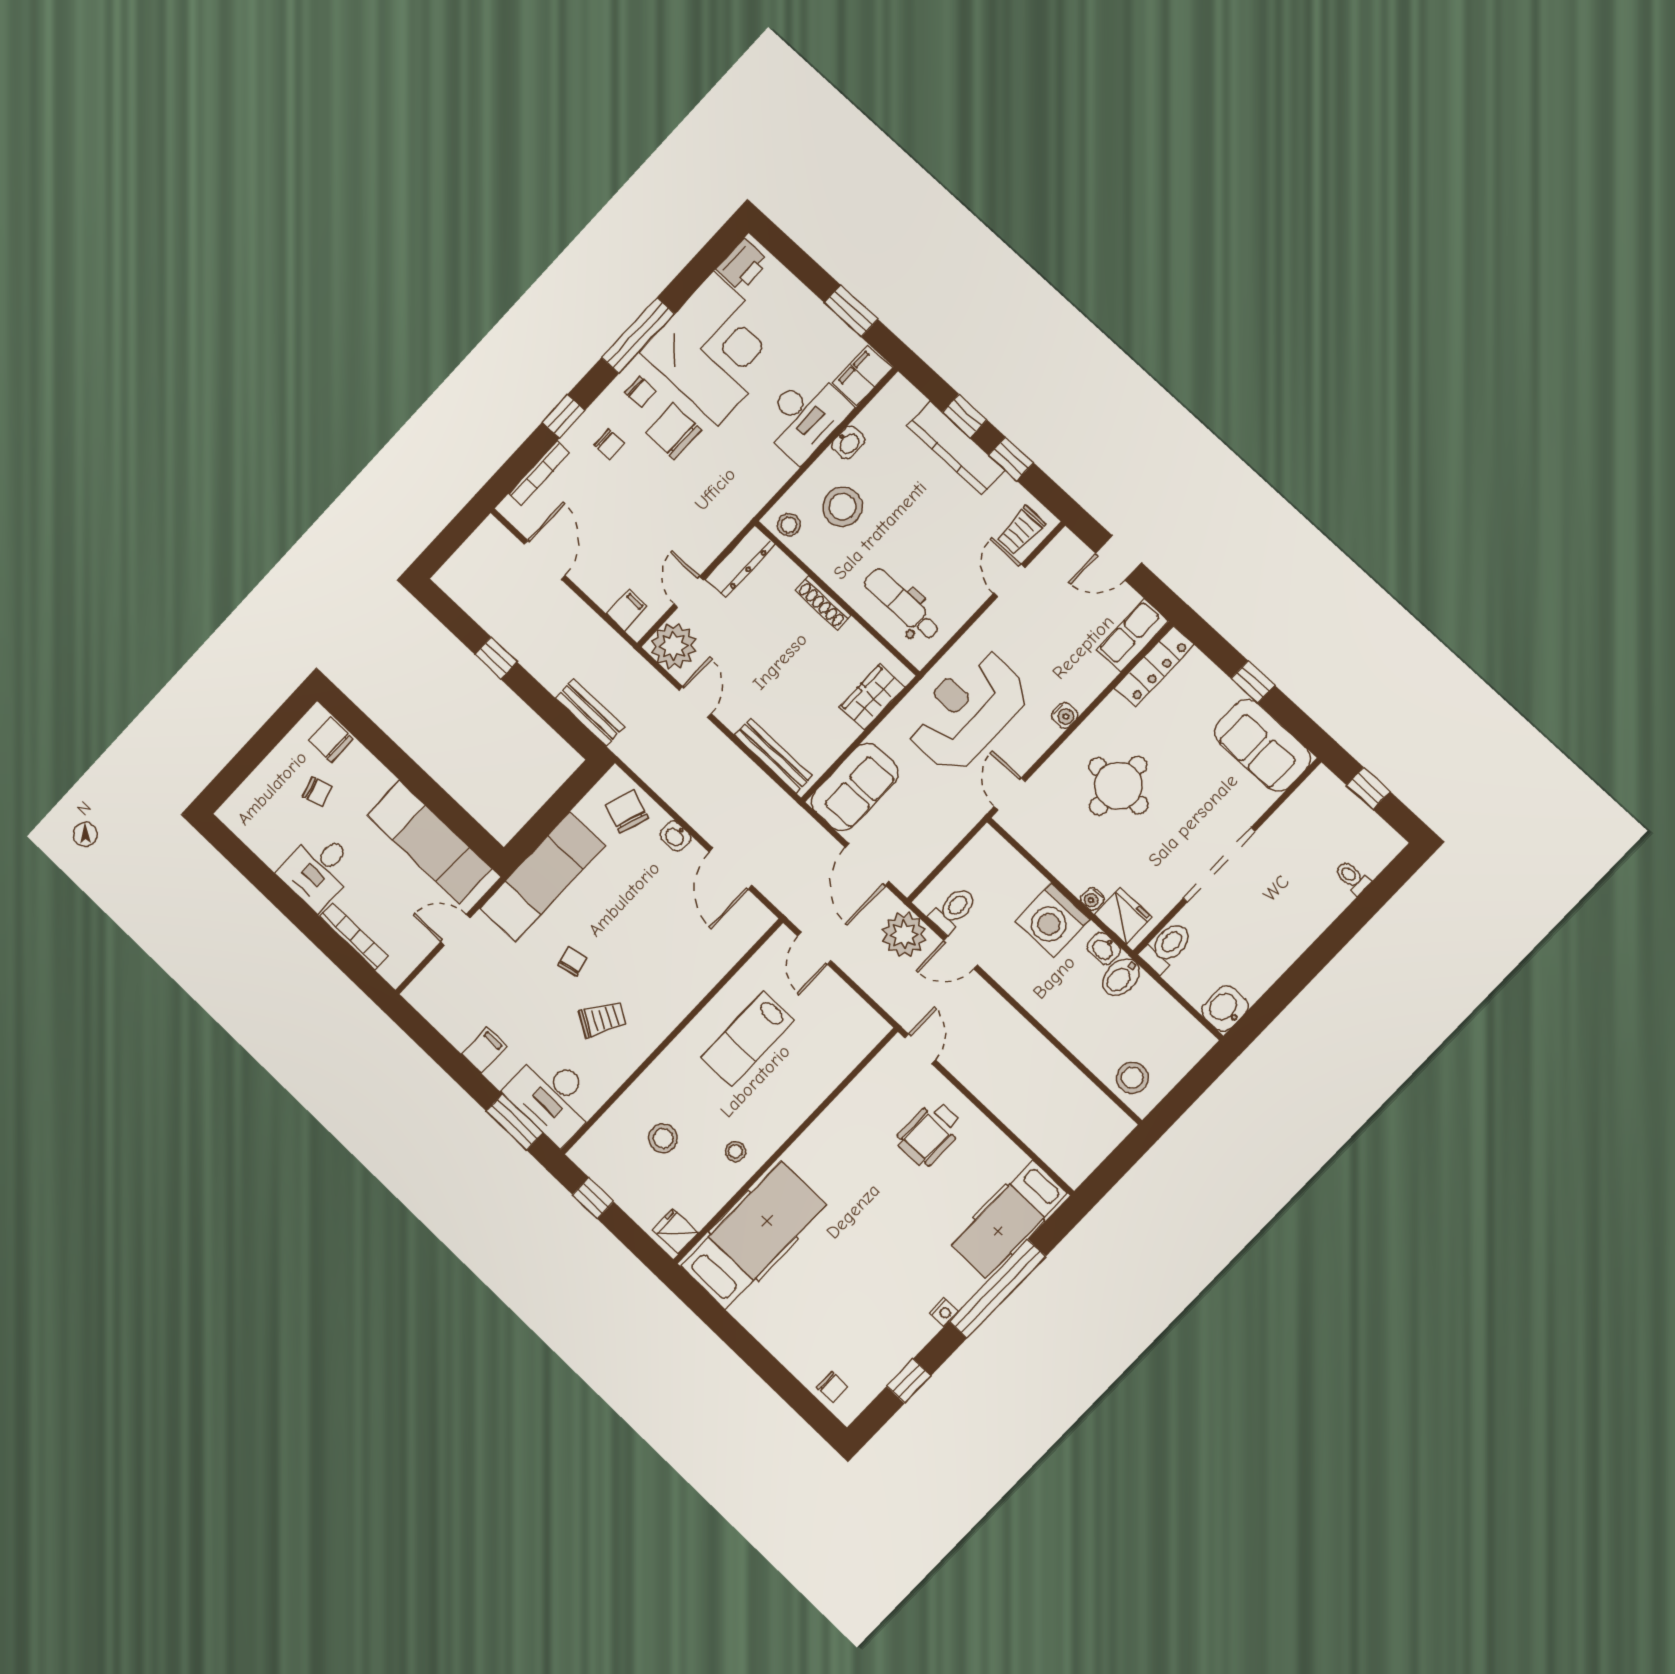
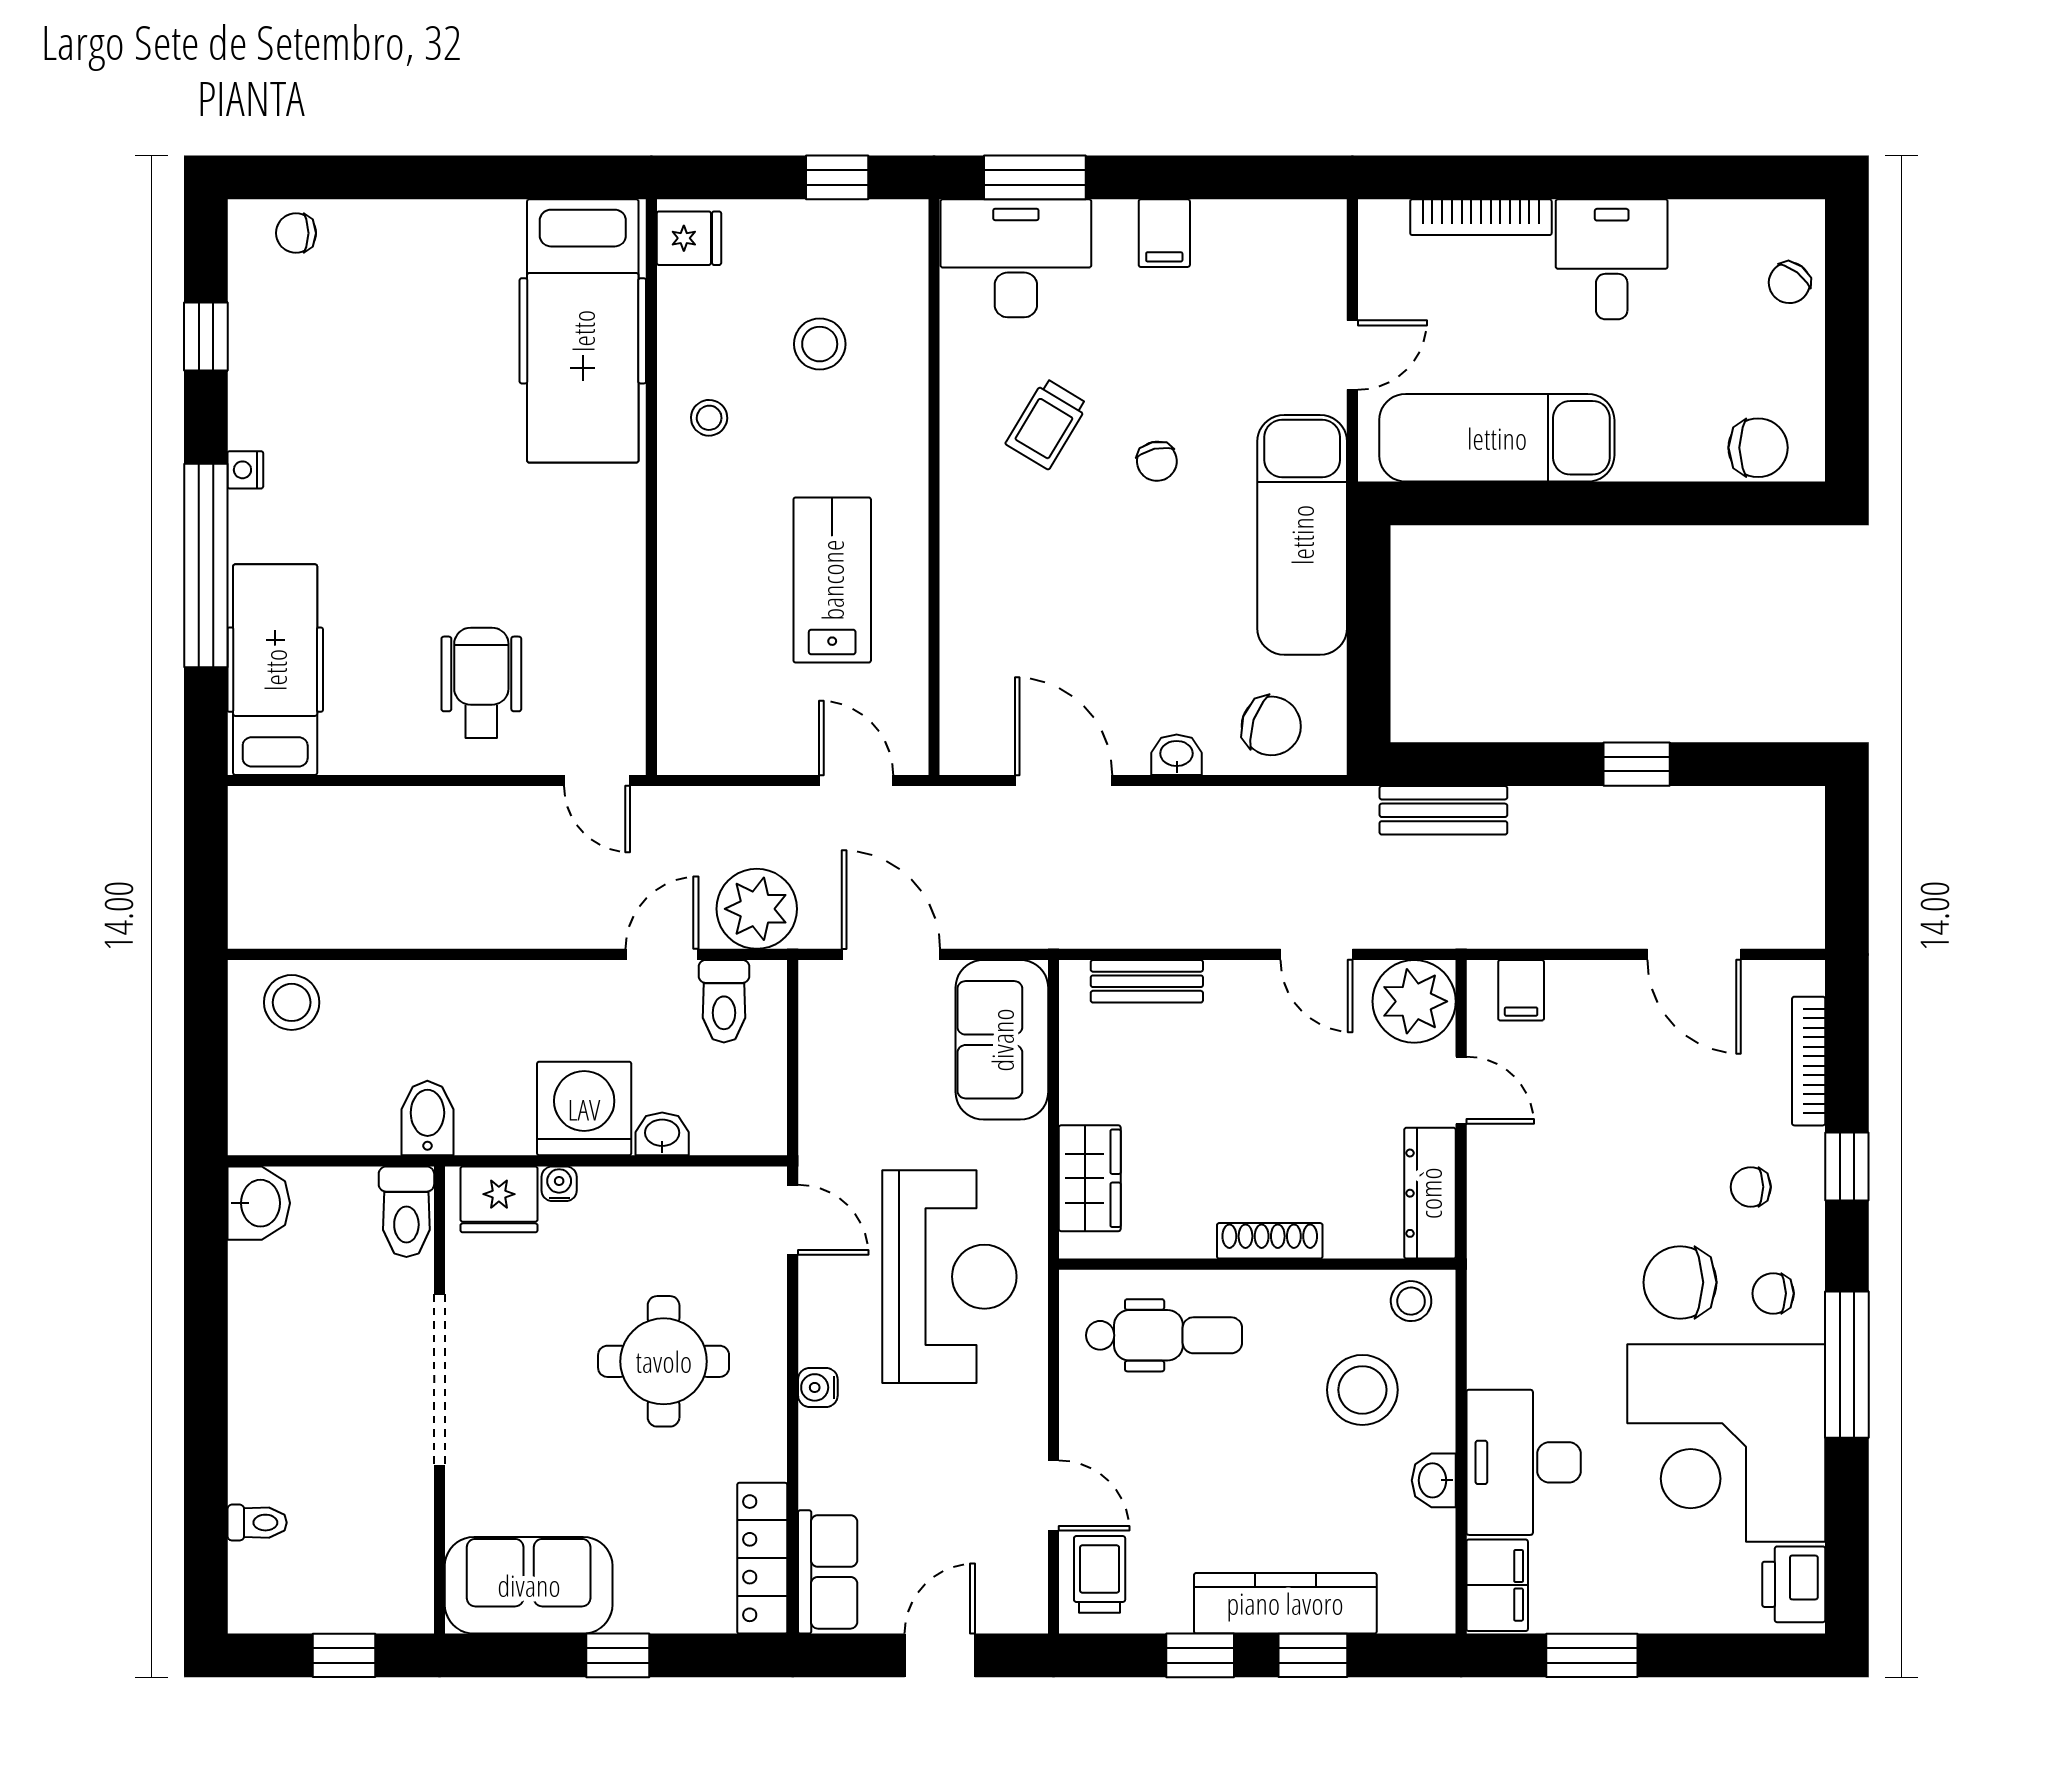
chair: (674, 431) -> (1680, 1282), turned 180
bench: (774, 756) -> (1147, 981), width x0.73
chair: (317, 792) -> (1789, 283), moved, turned -37
washbasin: (1104, 949) -> (662, 1134), moved

